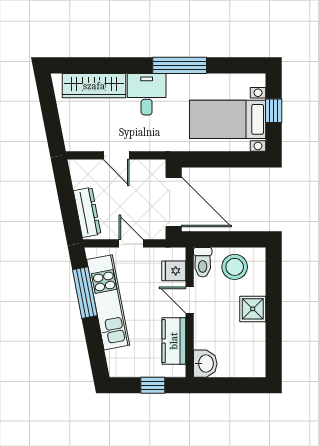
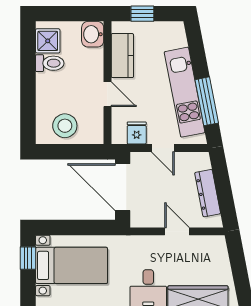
window: (274, 111) -> (28, 258), moved
dresser: (87, 212) -> (208, 193), moved
toilet: (203, 262) -> (50, 63), moved, turned 90
fridge: (174, 271) -> (137, 133), moved, turned -90
shower: (253, 309) -> (48, 41), moved

